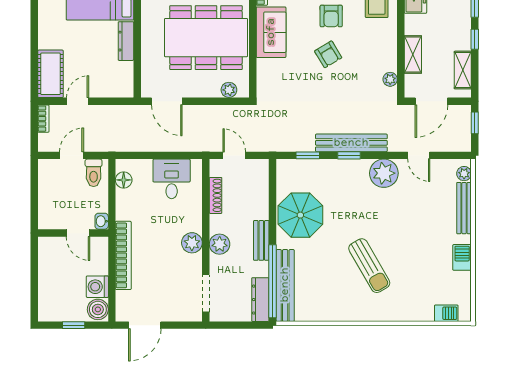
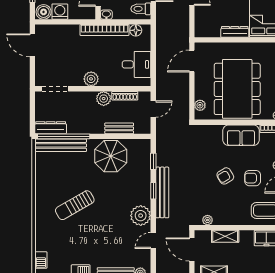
bench: (261, 240) -> (119, 128), moved
plant: (220, 244) -> (104, 99), moved
bookcase: (123, 255) -> (105, 30), moved

